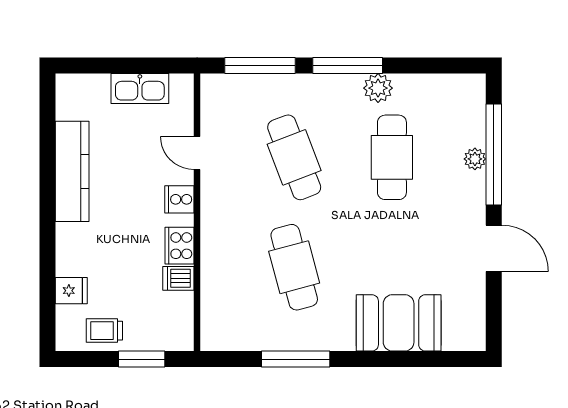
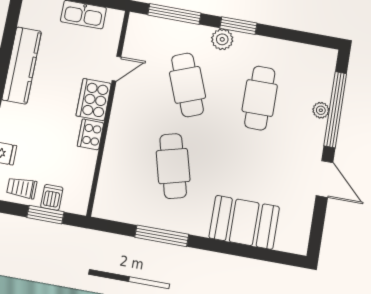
window: (348, 65) -> (238, 26), width x0.69
plant: (378, 88) -> (222, 39), moved
door: (197, 153) -> (116, 69), swing flipped
cooker: (179, 199) -> (94, 100), width x1.87, depth x1.31
dishwasher: (178, 278) -> (52, 197), moved, turned 90

